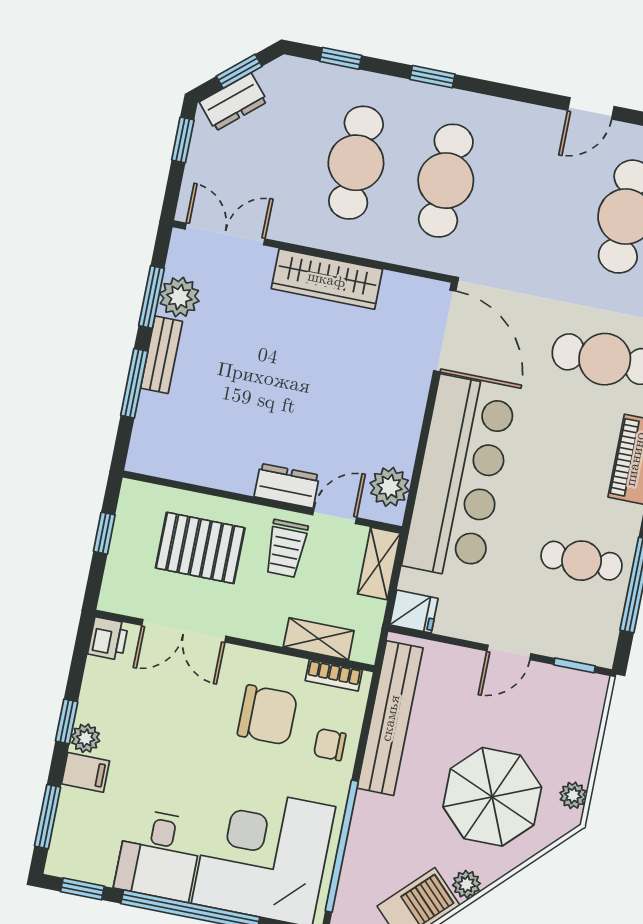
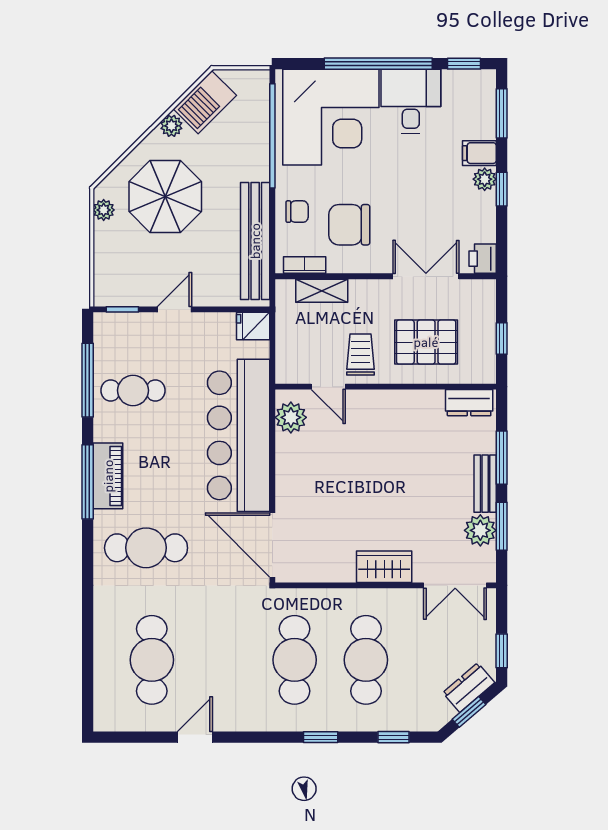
wardrobe: (327, 279) -> (384, 567), width x0.67
dresser: (287, 486) -> (469, 403), moved
door: (335, 516) -> (328, 387), hinge flipped
shelving: (379, 564) -> (287, 357), removed

